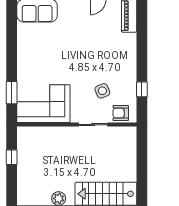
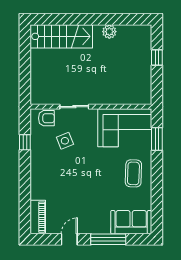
coffee table: (35, 59) -> (133, 173), added
window: (12, 157) -> (157, 57), moved

